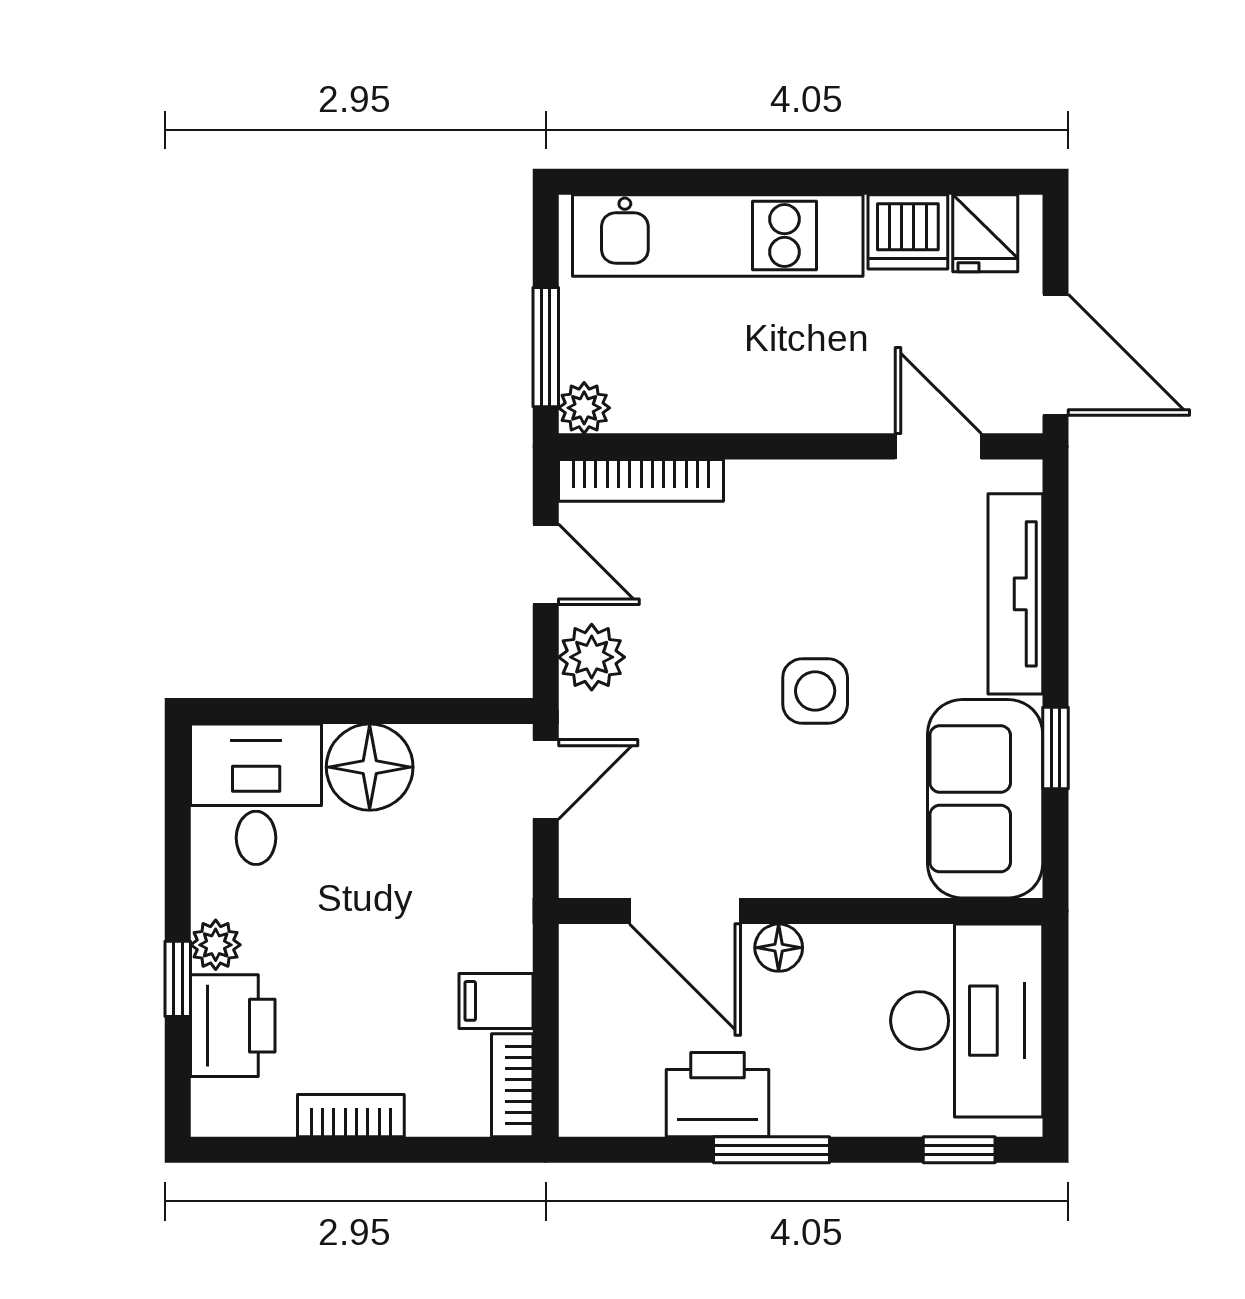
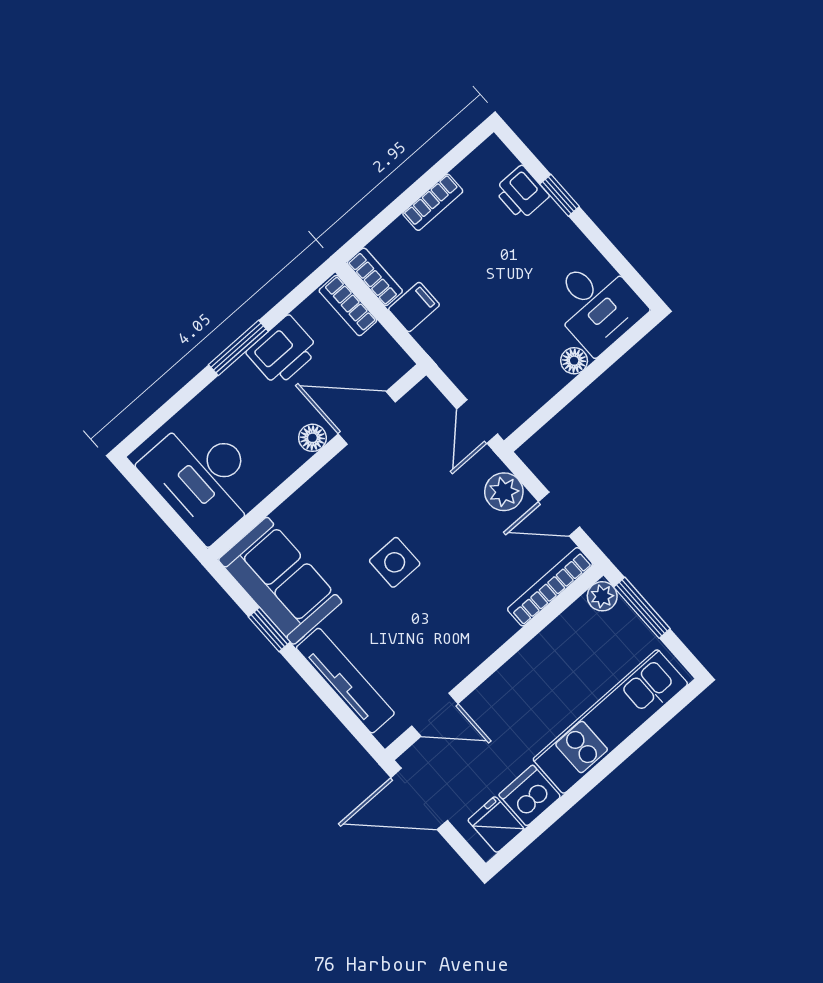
floor lamp: (370, 767) -> (574, 361), width x0.53, depth x0.53
plant: (216, 945) -> (556, 224), removed
printer: (233, 1026) -> (522, 193), width x0.73, depth x0.81
bookcase: (580, 1079) -> (348, 306), added
window: (959, 1150) -> (158, 420), removed

